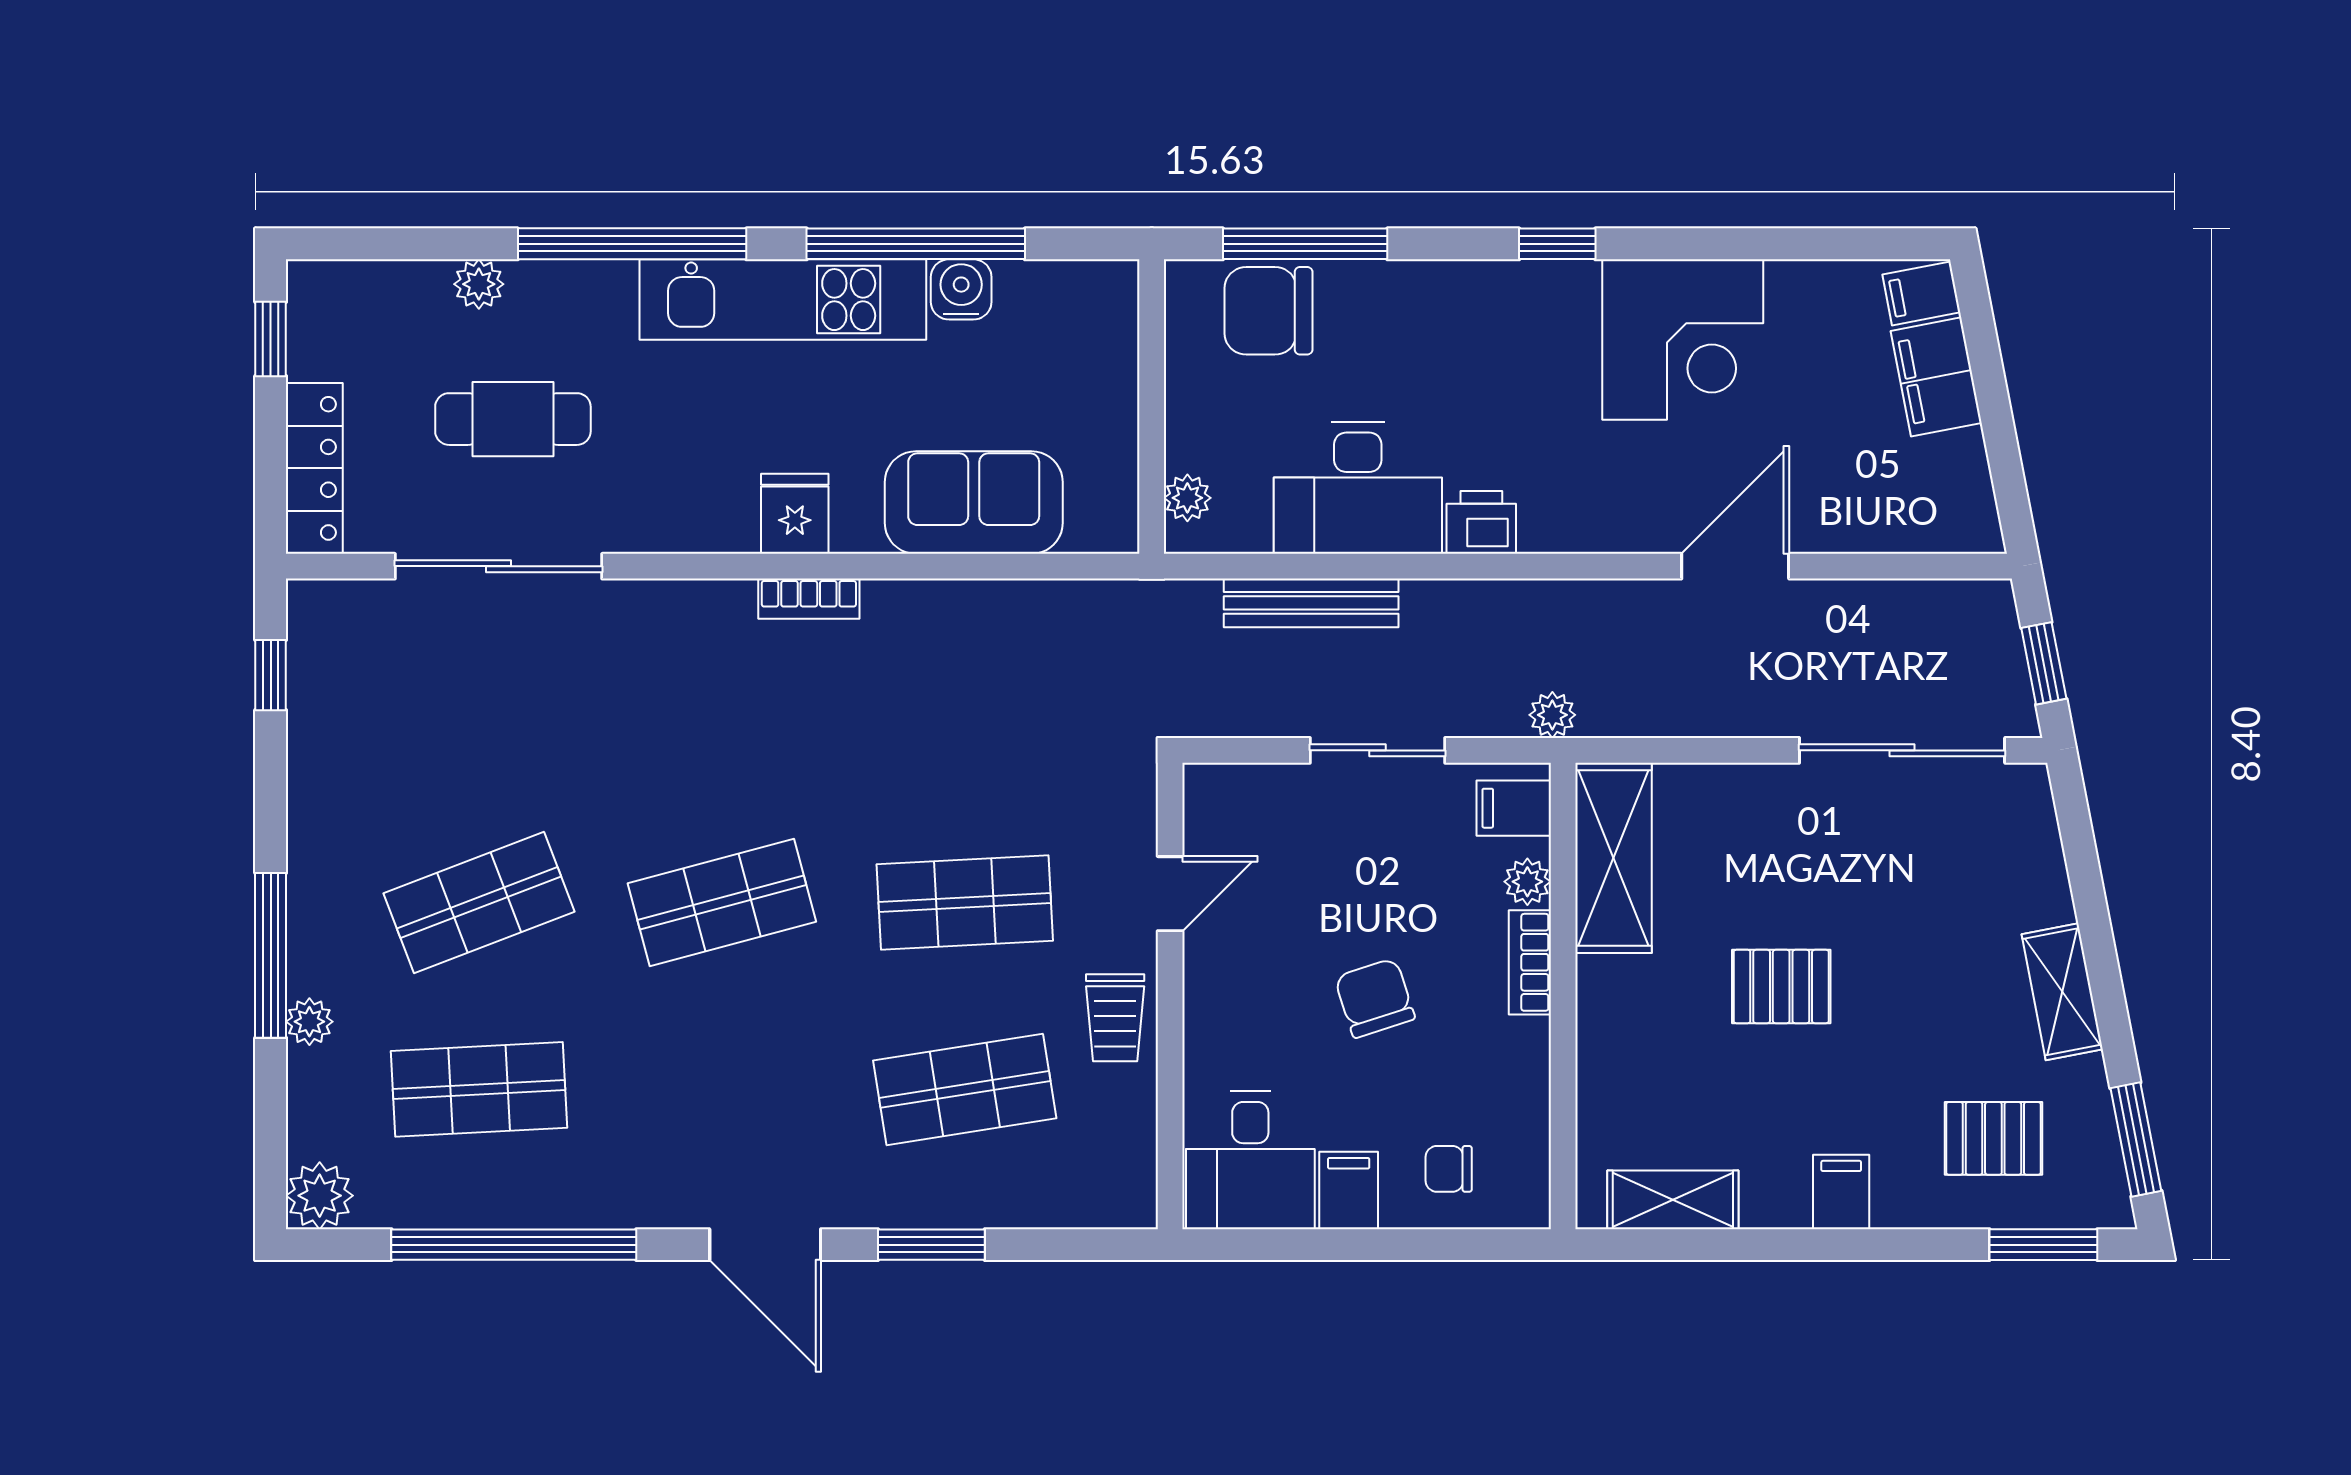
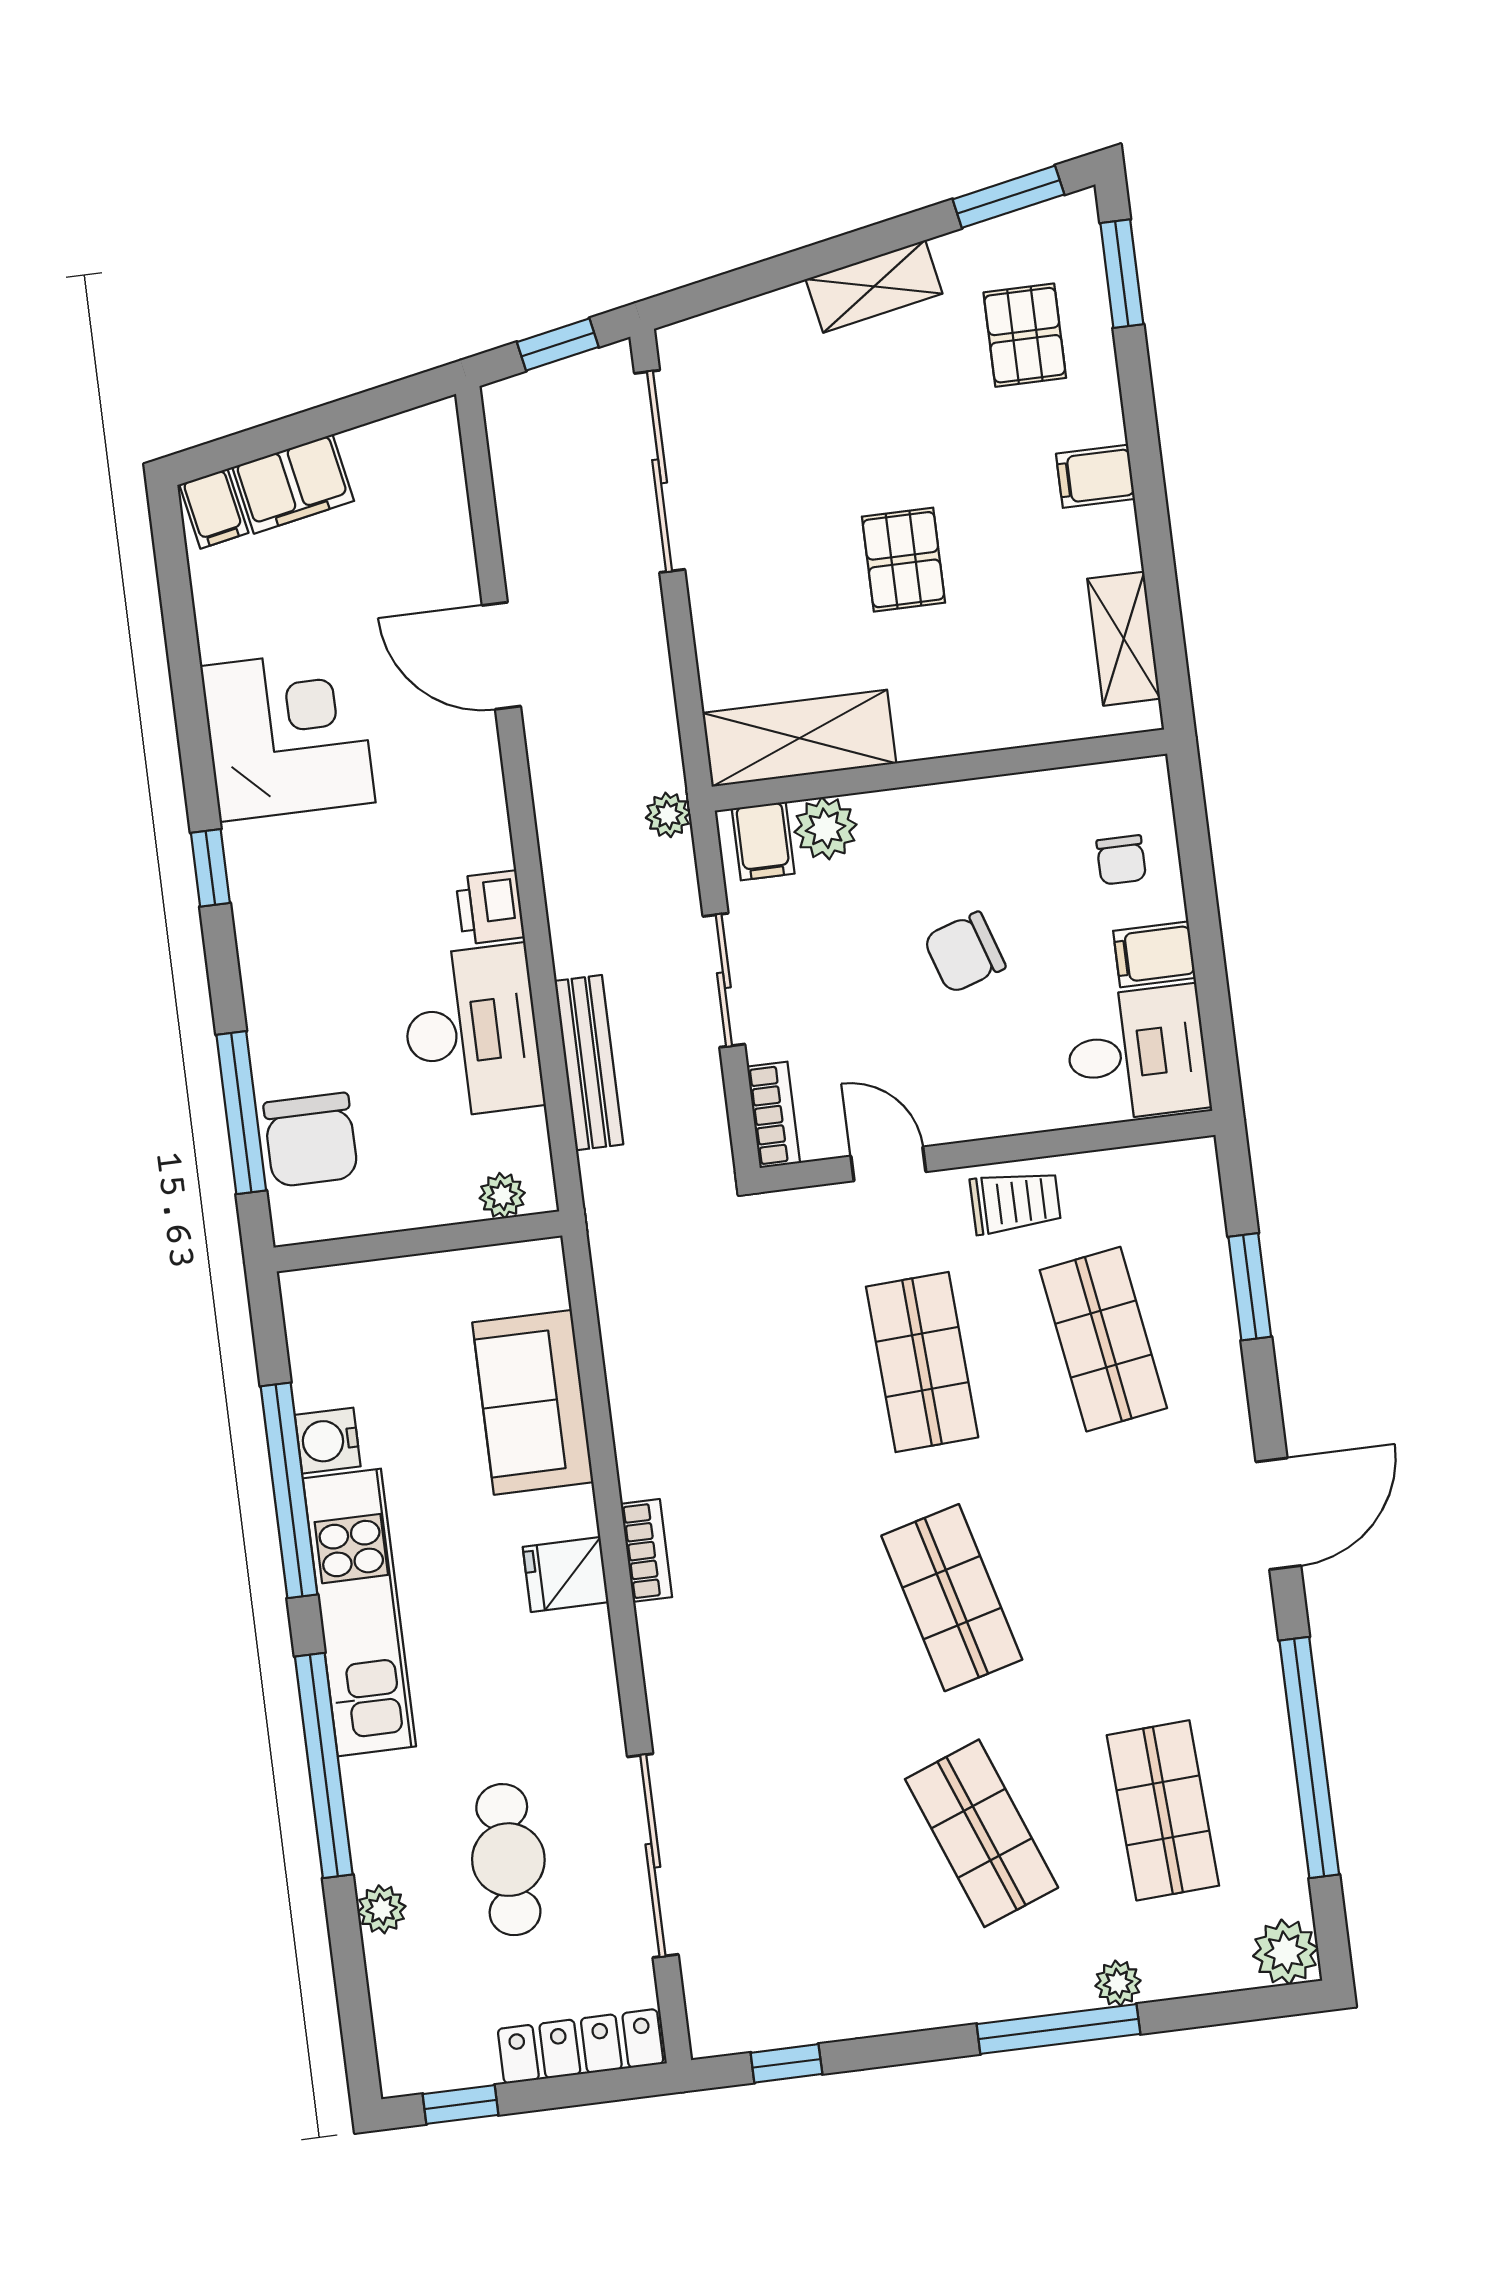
plant: (1527, 882) -> (826, 828), width x1.38, depth x1.38
bookcase: (1530, 962) -> (774, 1115), moved, turned -90
window: (931, 1245) -> (1250, 1287), moved

